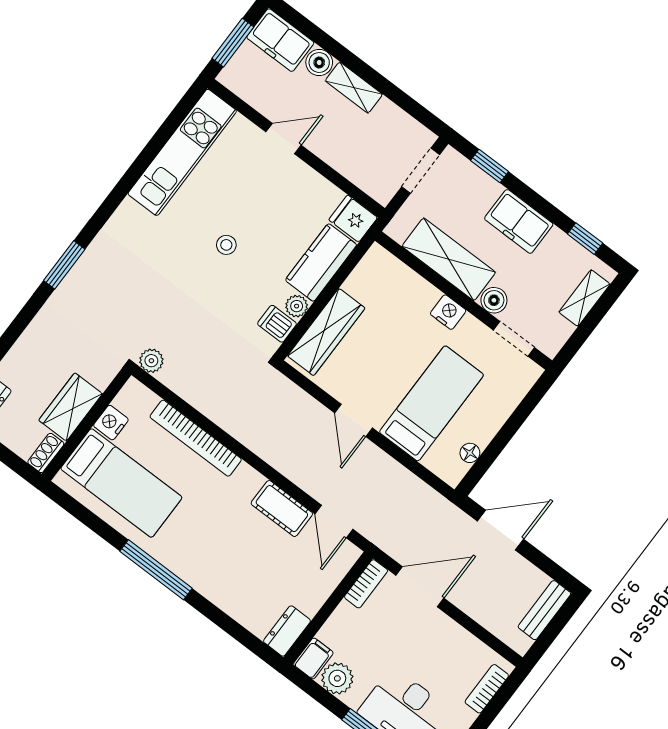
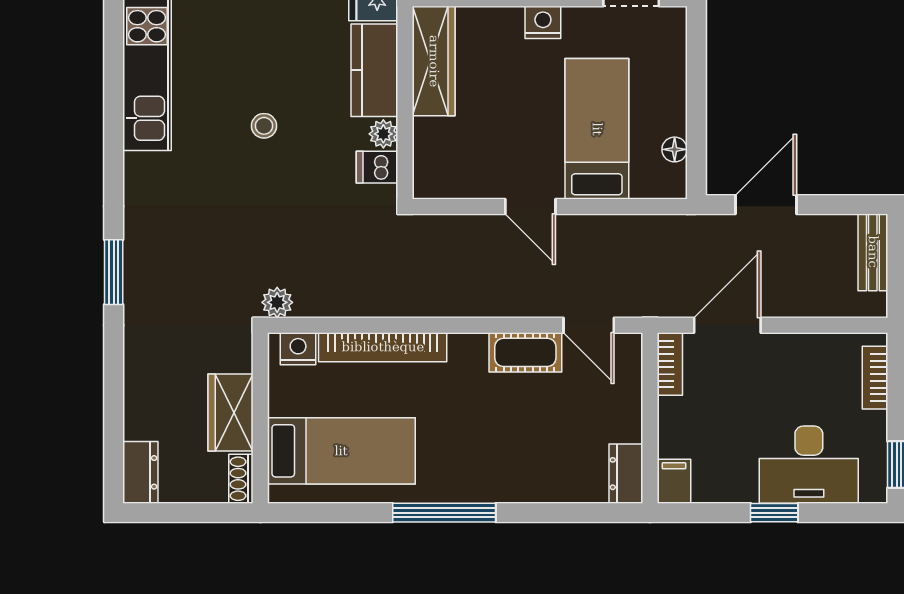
wardrobe: (326, 332) -> (434, 61), moved
nightstand: (111, 423) -> (298, 349), moved, turned 90
plant: (337, 678) -> (714, 483), removed

